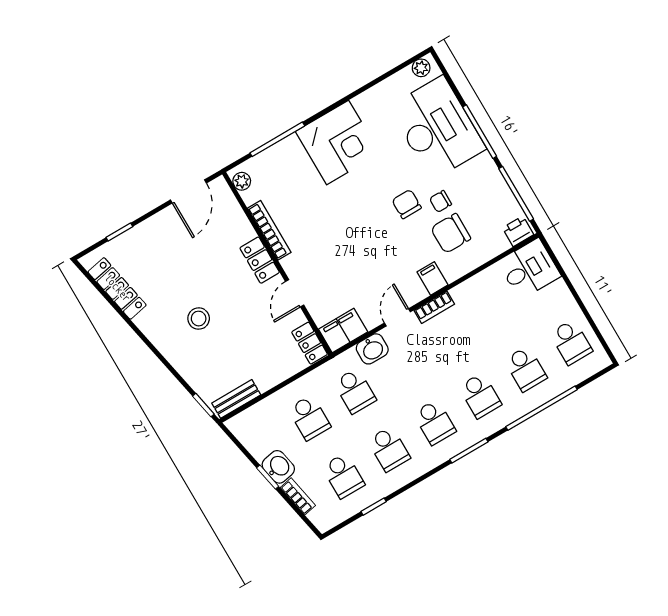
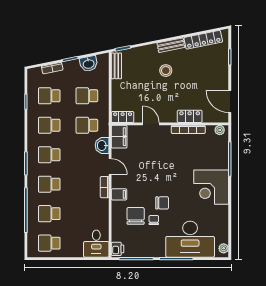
locker: (260, 260) -> (190, 116), moved
bench: (155, 334) -> (171, 45), added
washbasin: (278, 467) -> (89, 64), moved

